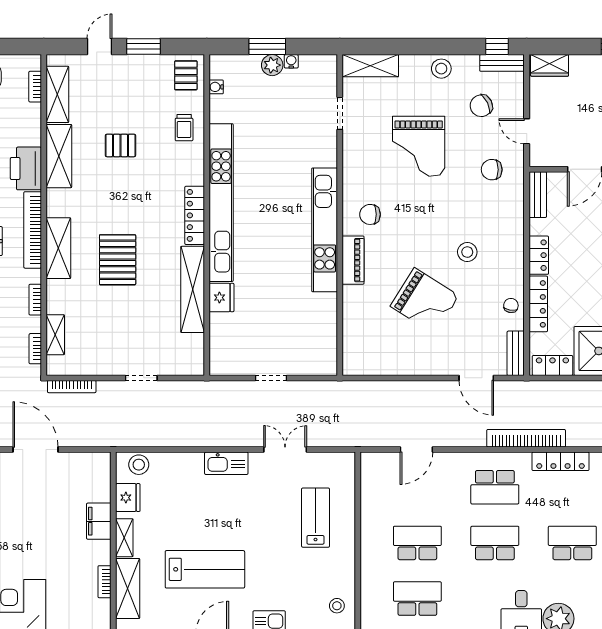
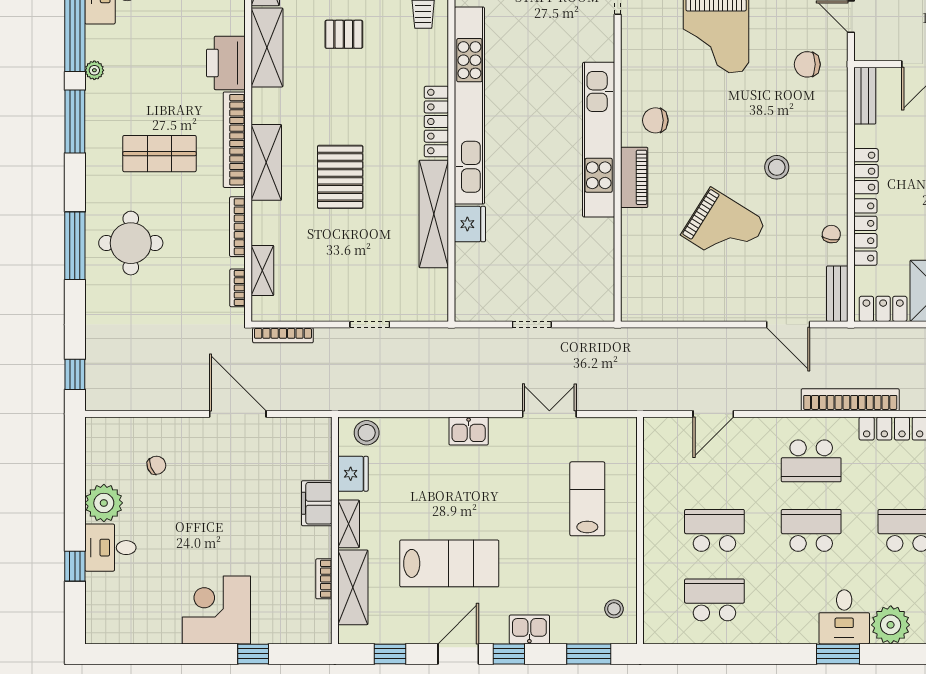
bookcase: (35, 300) -> (237, 227), width x1.56
kitchen sink: (226, 463) -> (469, 431), width x0.73

